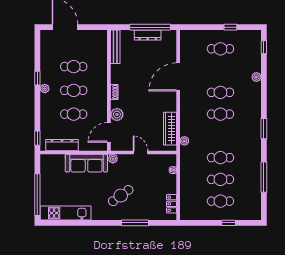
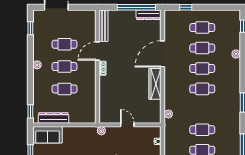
window: (230, 27) -> (186, 7), moved
dresser: (148, 35) -> (149, 15), moved
cafe table: (220, 71) -> (202, 48), added
window: (37, 78) -> (30, 28), moved
plant: (117, 114) -> (105, 89), removed
wardrobe: (170, 129) -> (155, 84), moved
door: (109, 132) -> (98, 51), moved
sofa: (86, 163) -> (48, 135), moved, width x0.73

